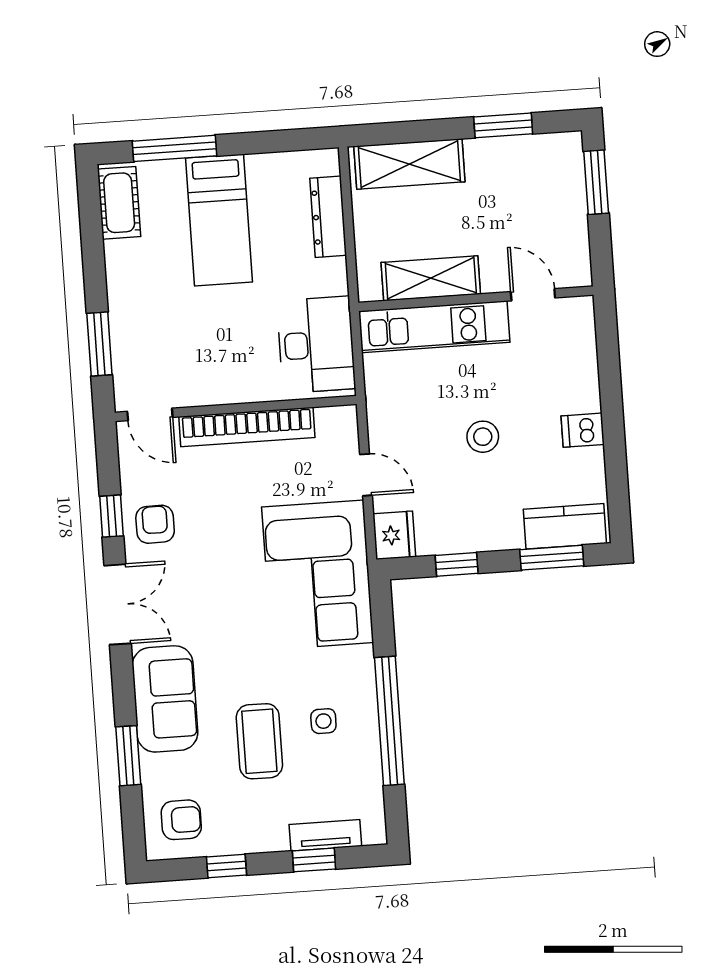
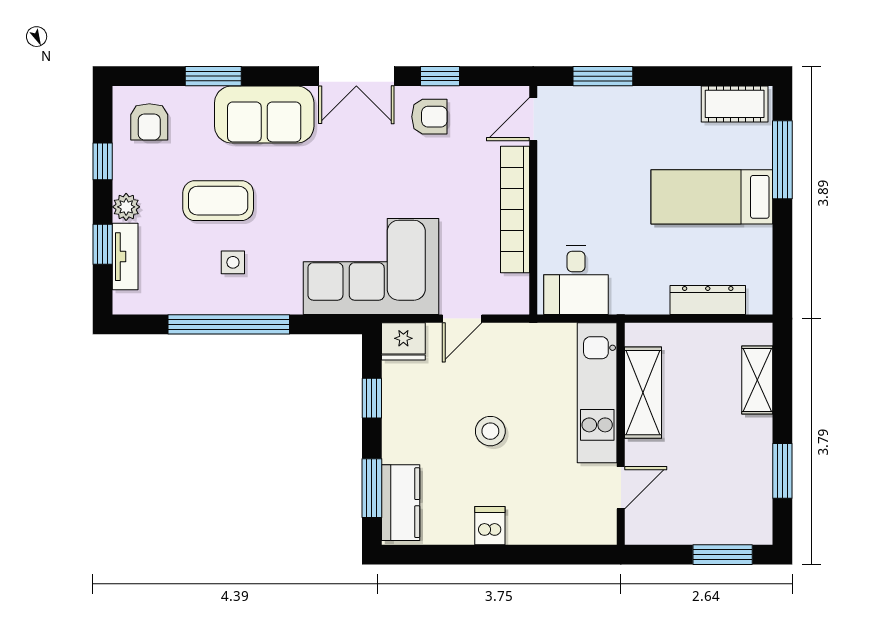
shelving: (409, 164) -> (757, 380), width x0.67, depth x0.75
desk: (316, 345) -> (576, 280), width x0.73
plant: (273, 838) -> (126, 207), added

